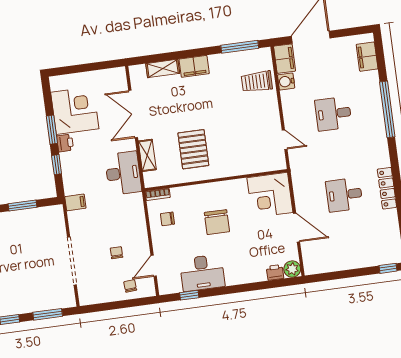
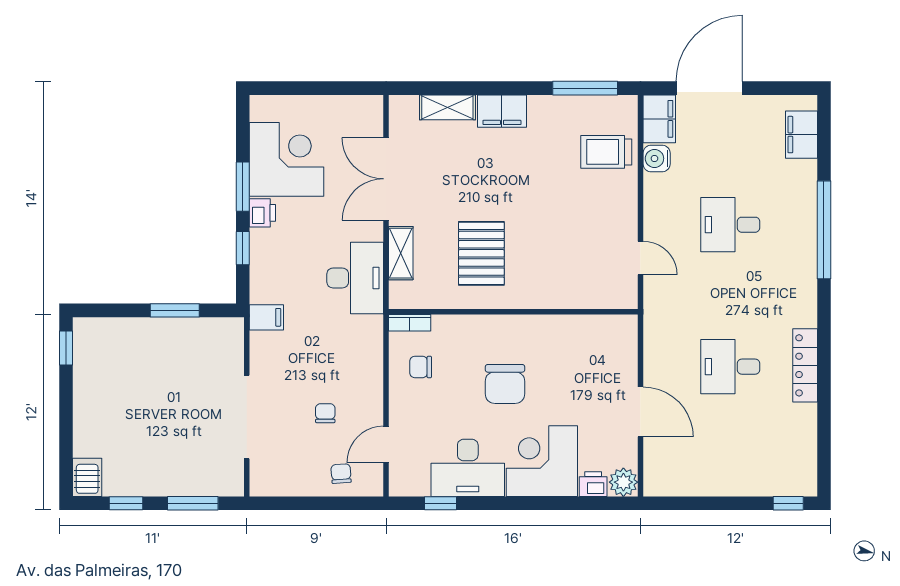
corner desk: (270, 195) -> (542, 461), moved, turned 90

